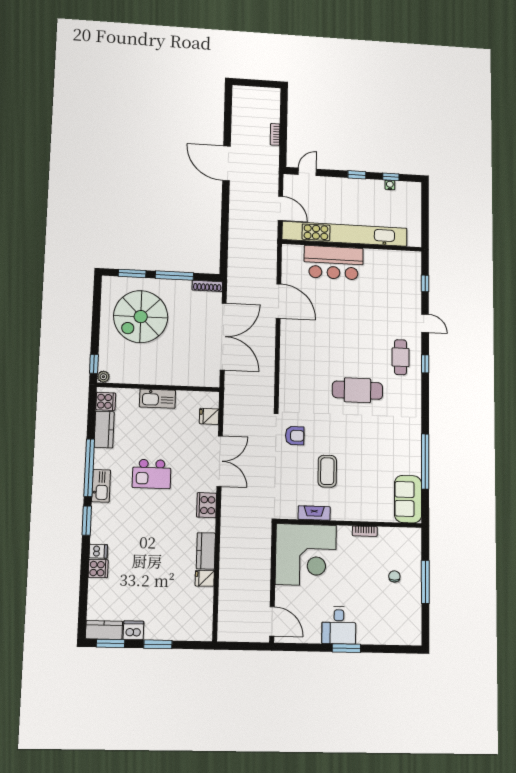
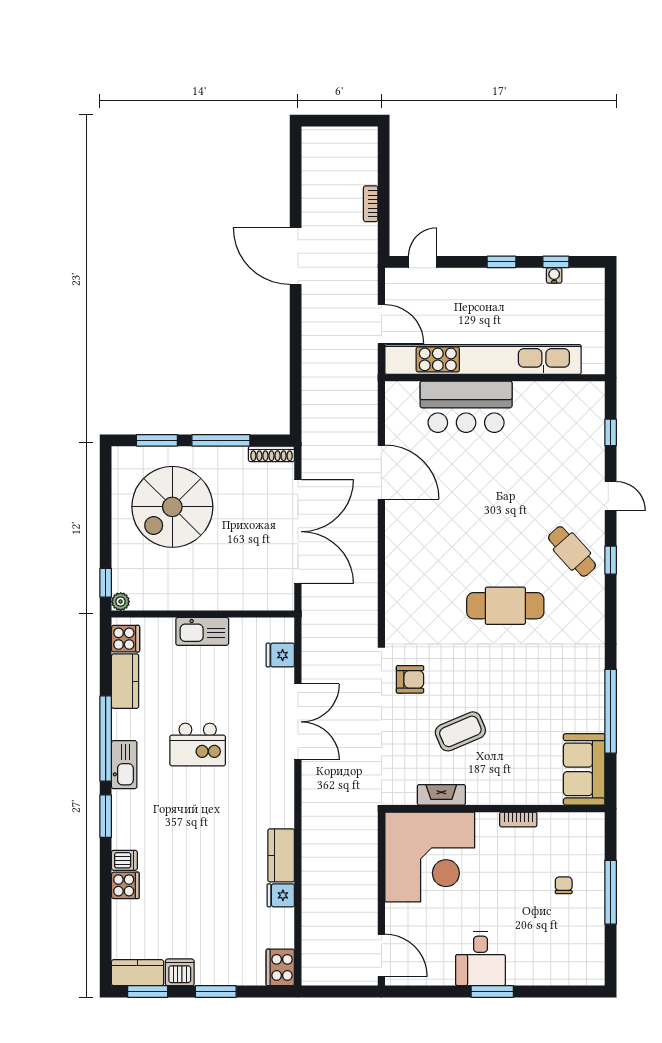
cafe table: (400, 357) -> (572, 551), turned -42
coffee table: (327, 471) -> (460, 731), turned 67
cooker: (207, 505) -> (280, 967), moved

